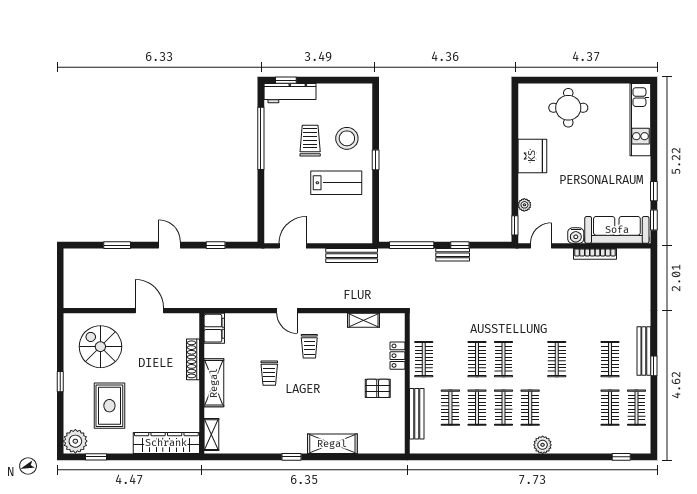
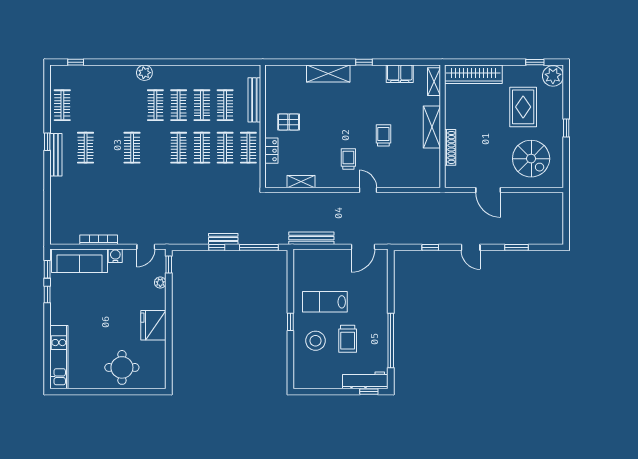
filing cabinet: (214, 328) -> (400, 74), moved, turned -90
clothes rail: (610, 408) -> (225, 148), moved

